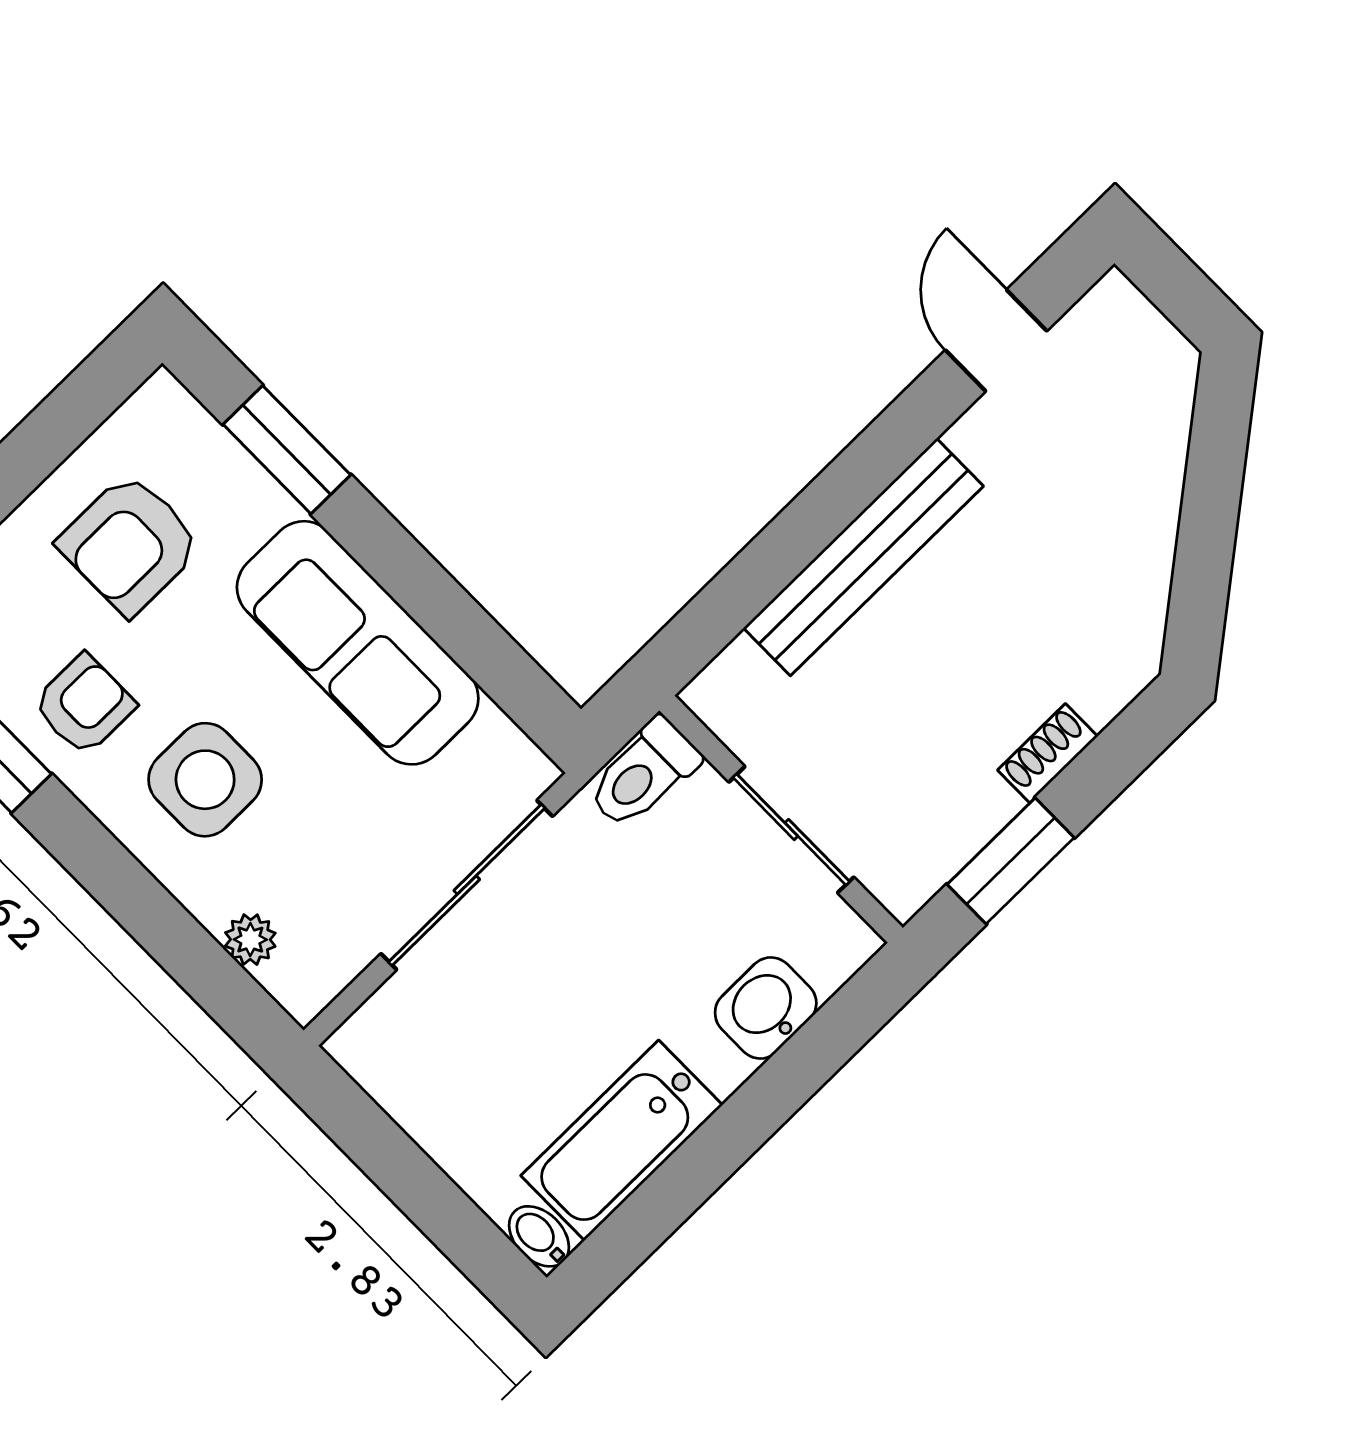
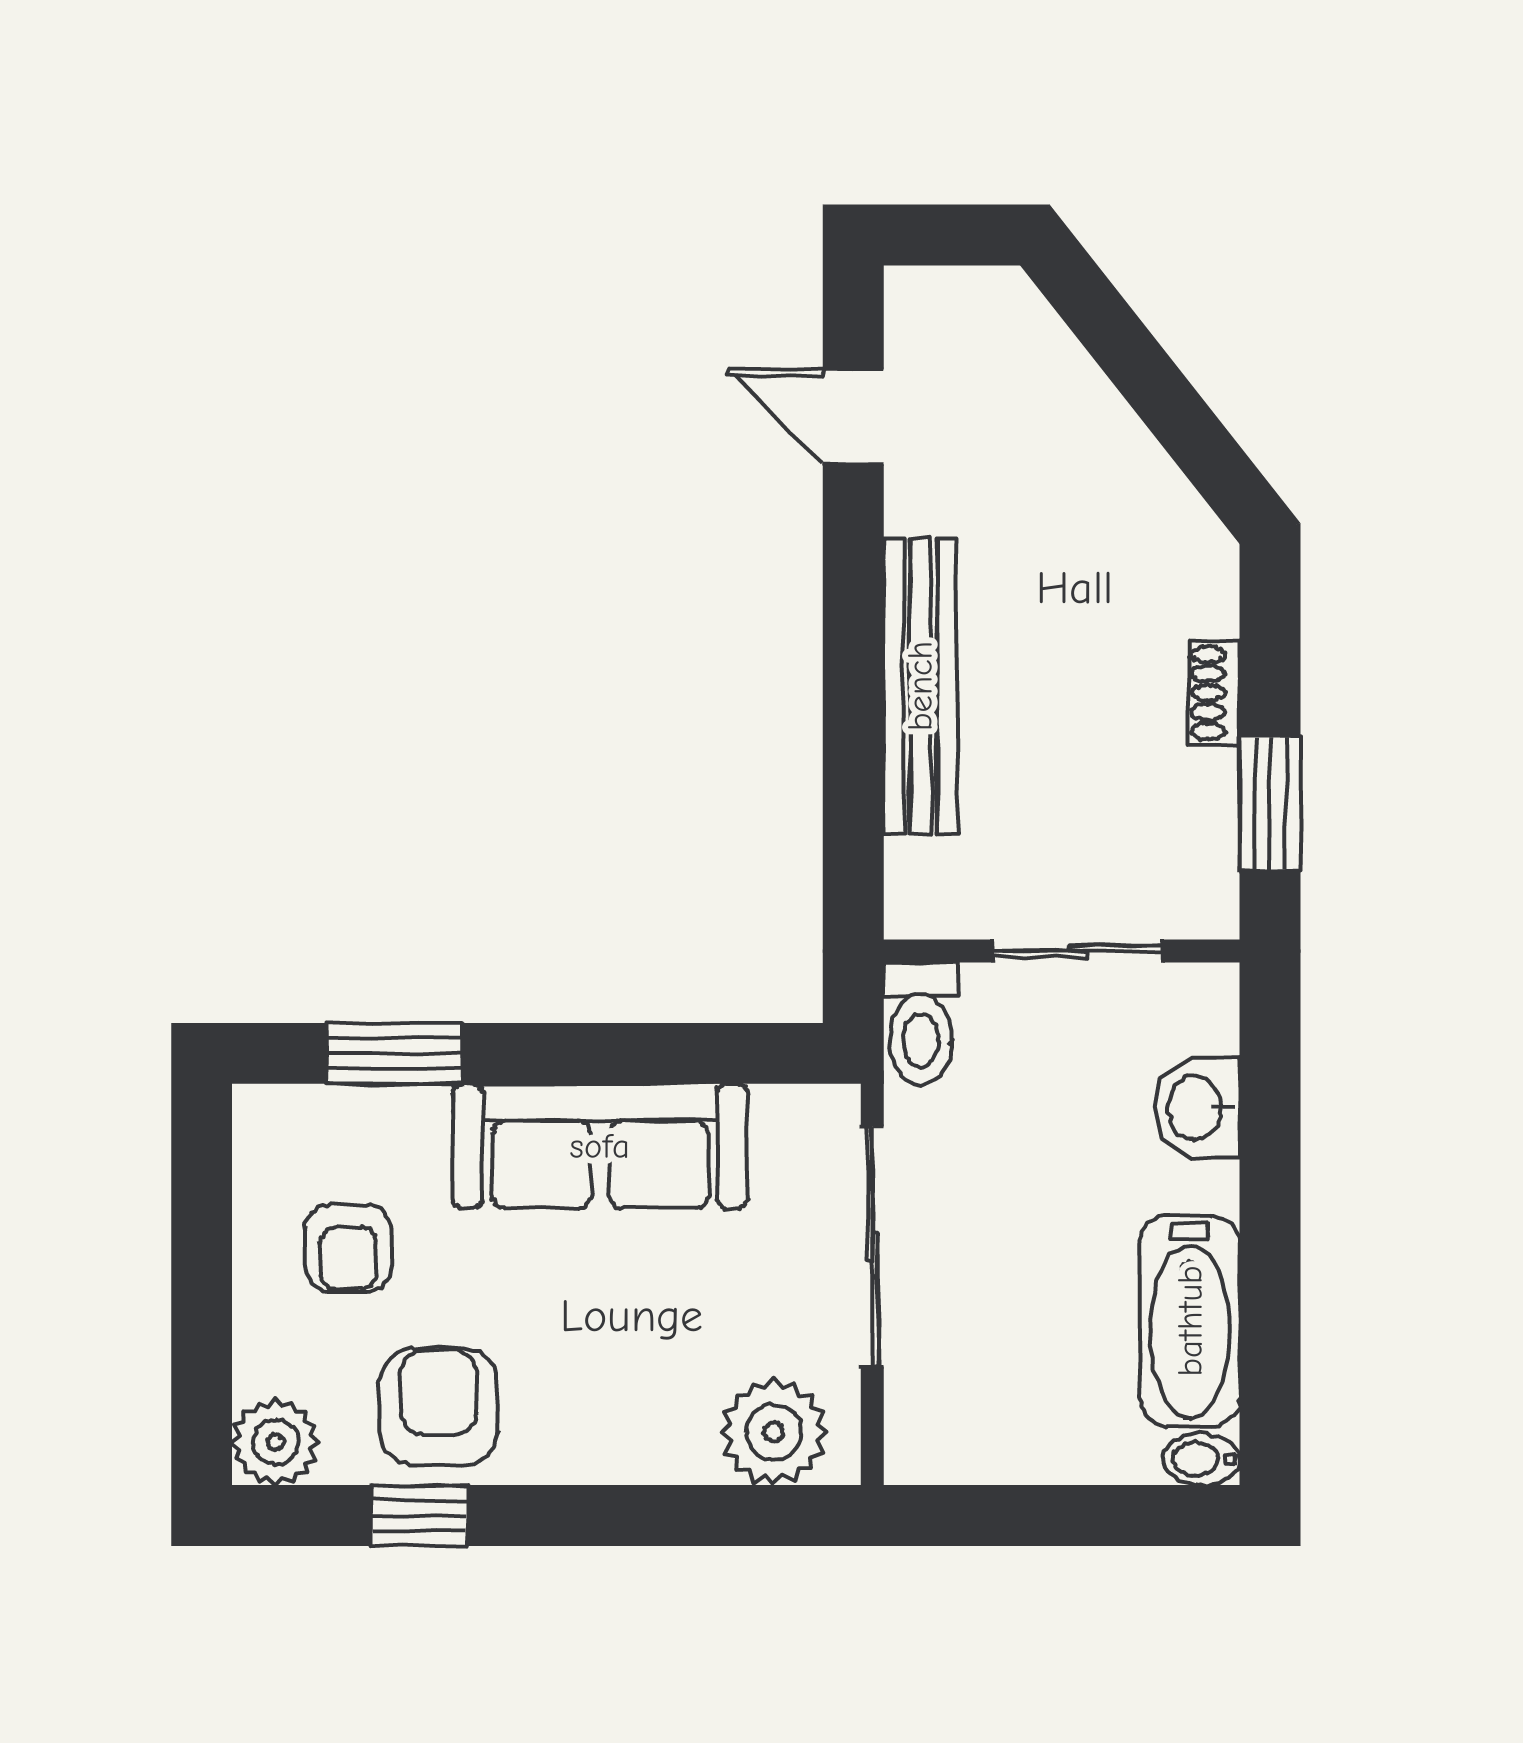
armchair: (130, 544) -> (348, 1248), width x0.72, depth x0.72
armchair: (84, 705) -> (439, 1407), width x1.38, depth x1.38
side table: (205, 780) -> (590, 1370), removed
plant: (250, 940) -> (774, 1432), width x1.87, depth x1.87

